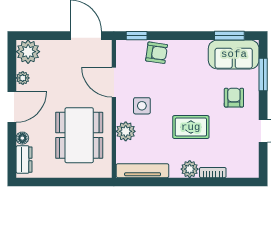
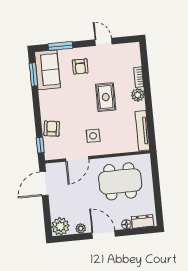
armchair: (234, 98) -> (80, 66), turned -90
plant: (126, 131) -> (114, 146), removed

